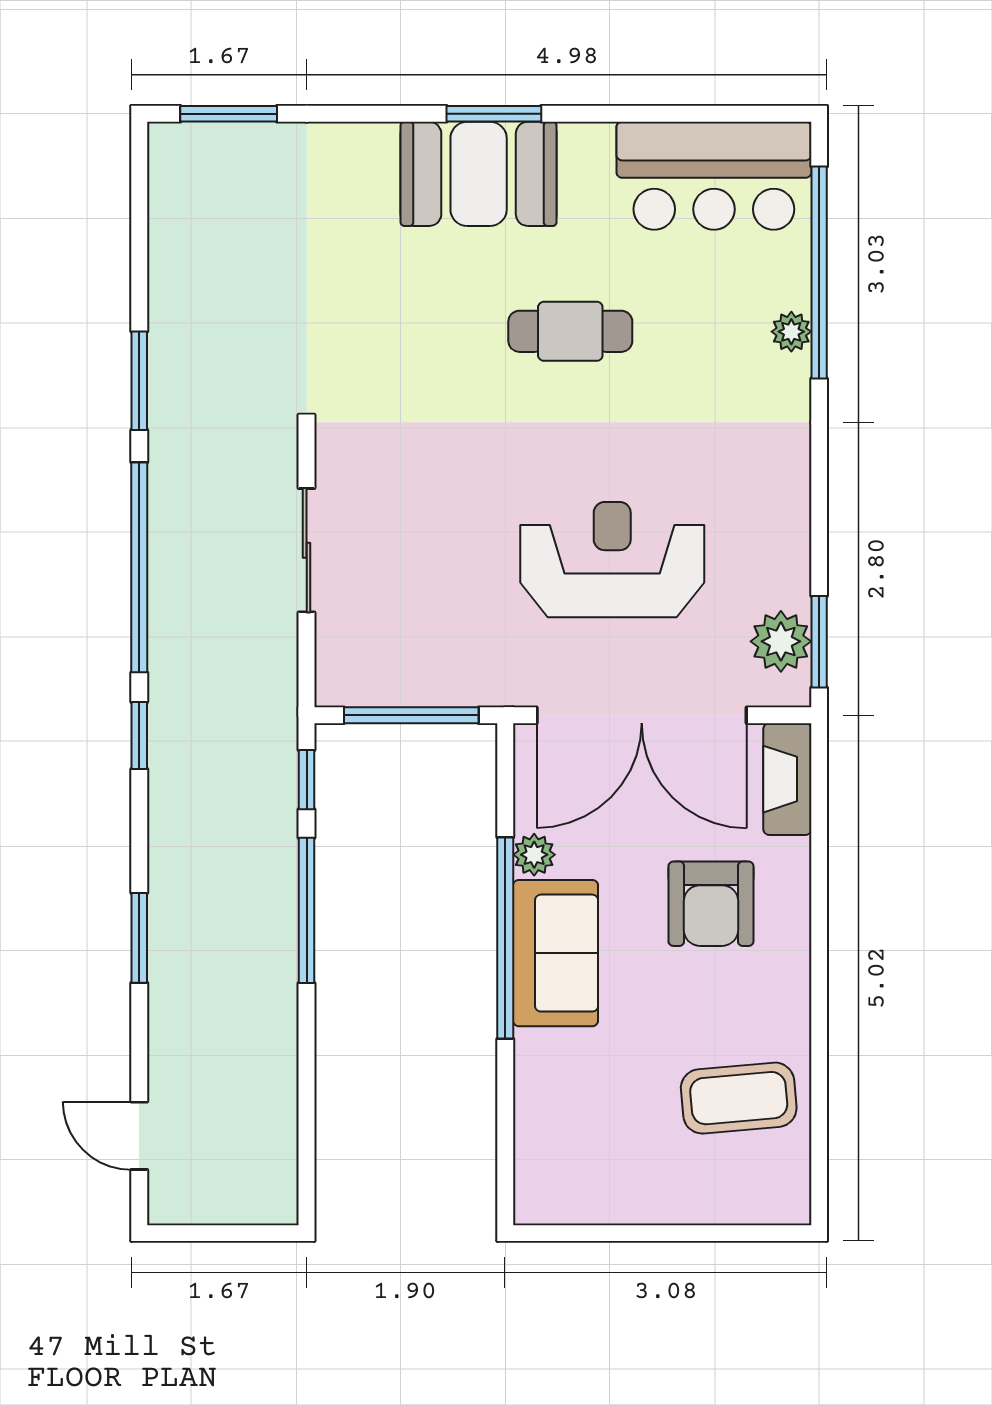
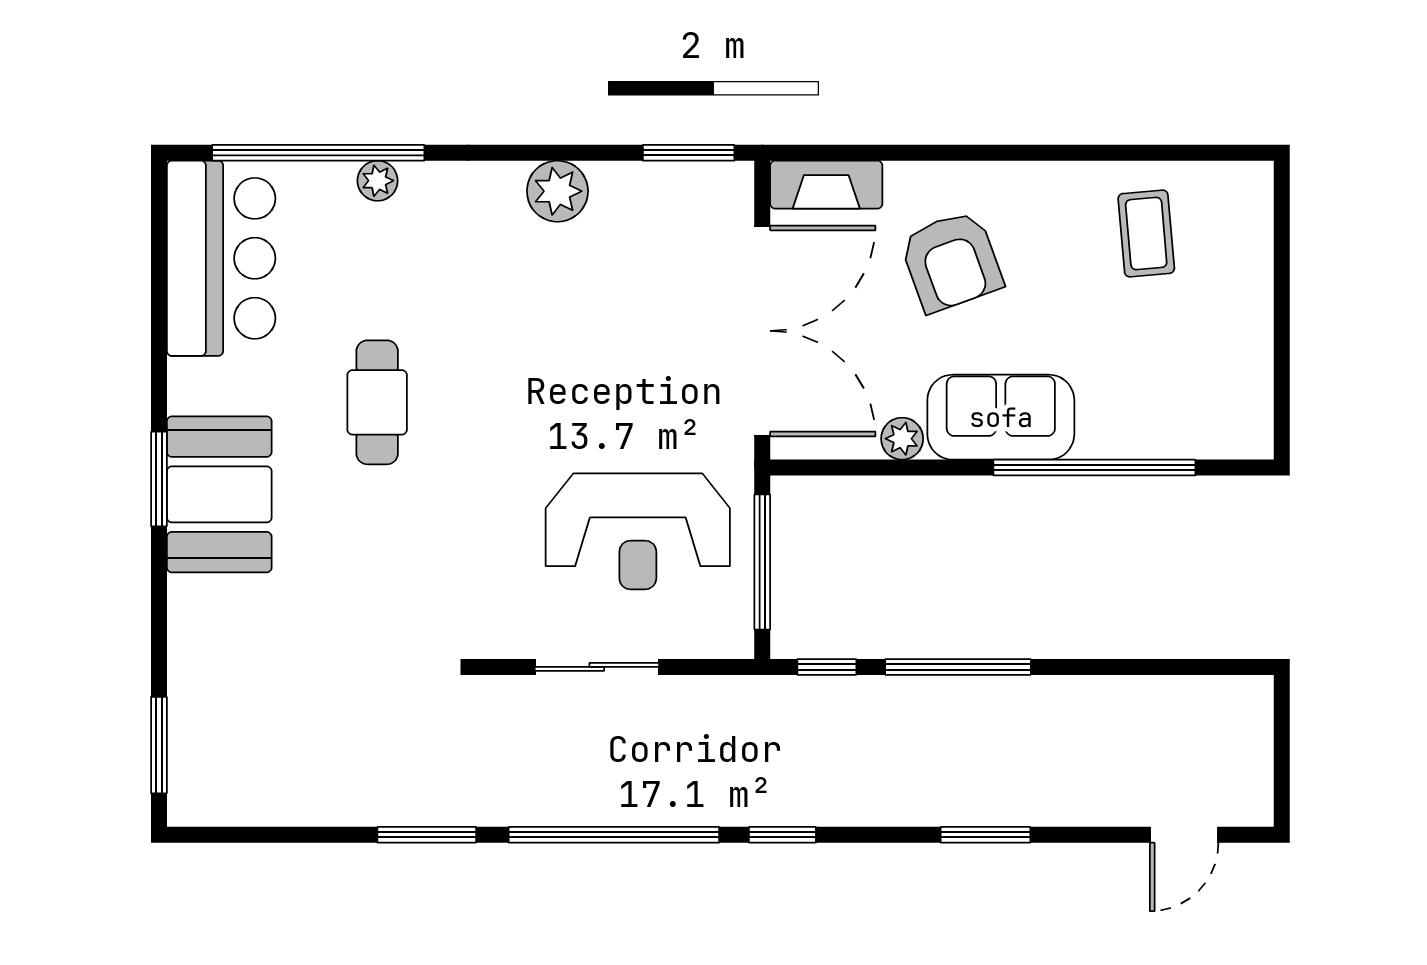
reception desk: (612, 560) -> (638, 531), moved, turned -90
plant: (781, 641) -> (557, 191), moved
armchair: (711, 904) -> (951, 261), turned 70
window: (505, 938) -> (1094, 468), moved
coffee table: (739, 1098) -> (1146, 233), width x0.73, depth x0.77

